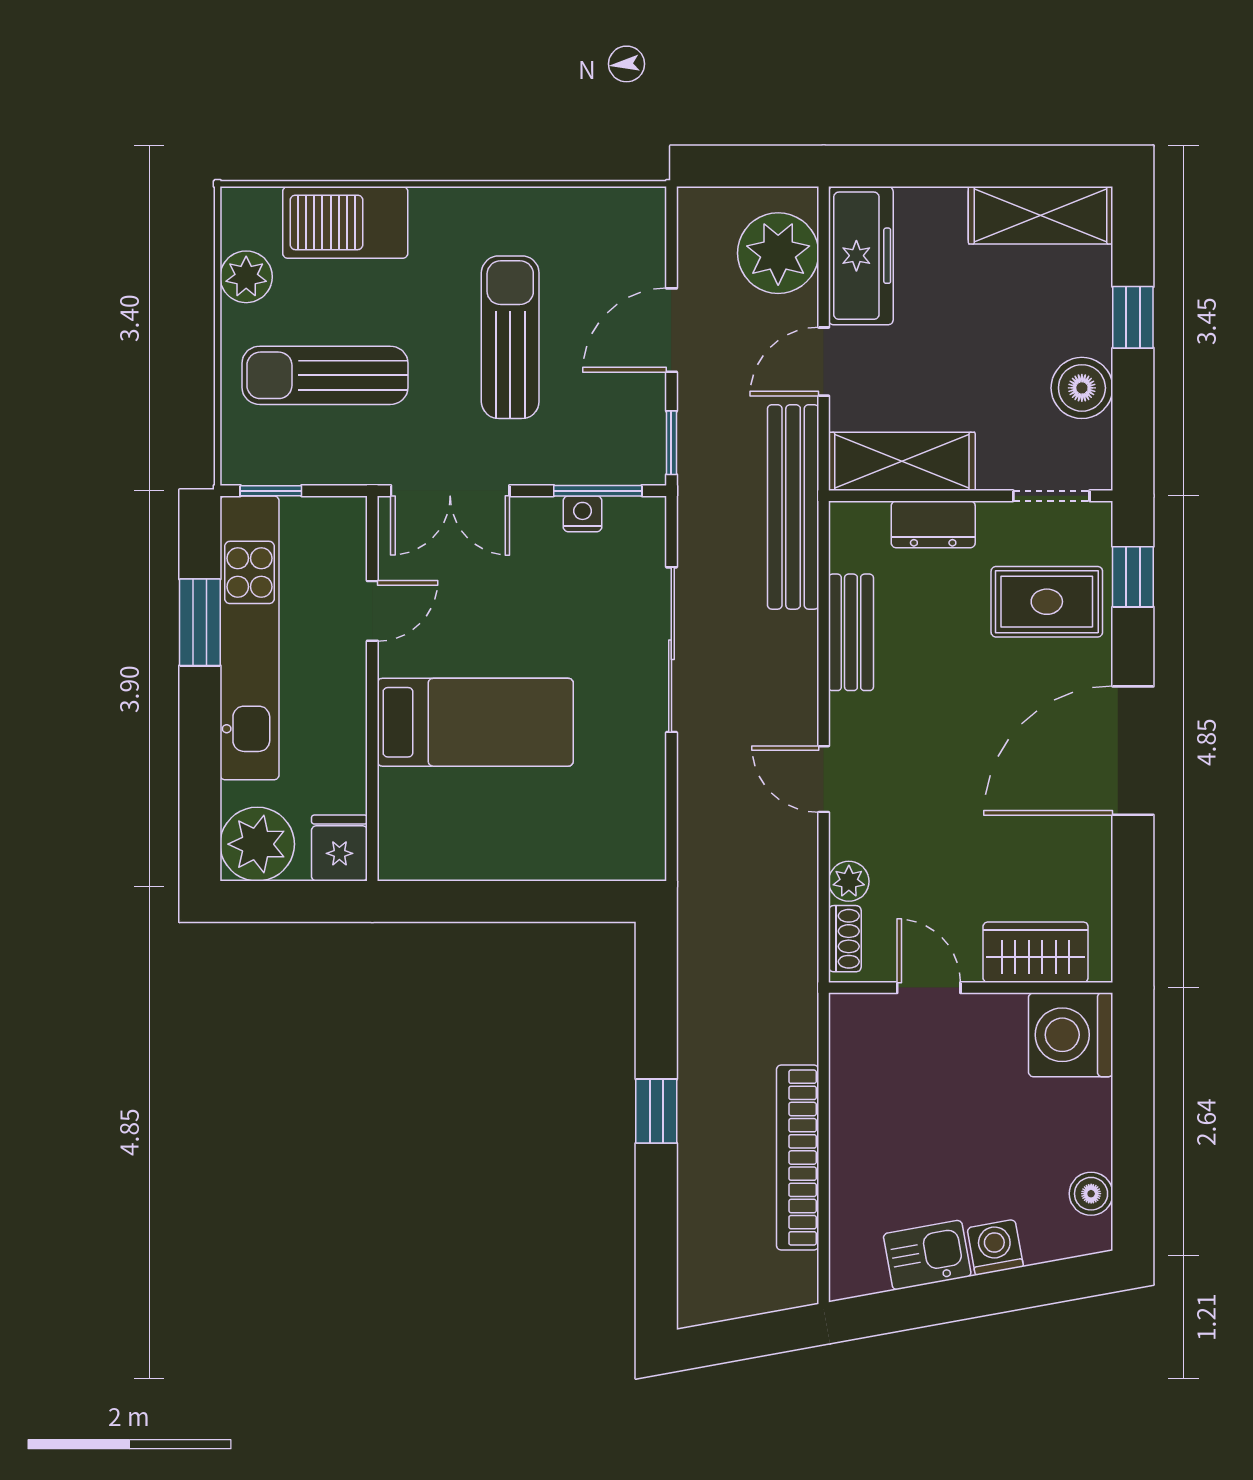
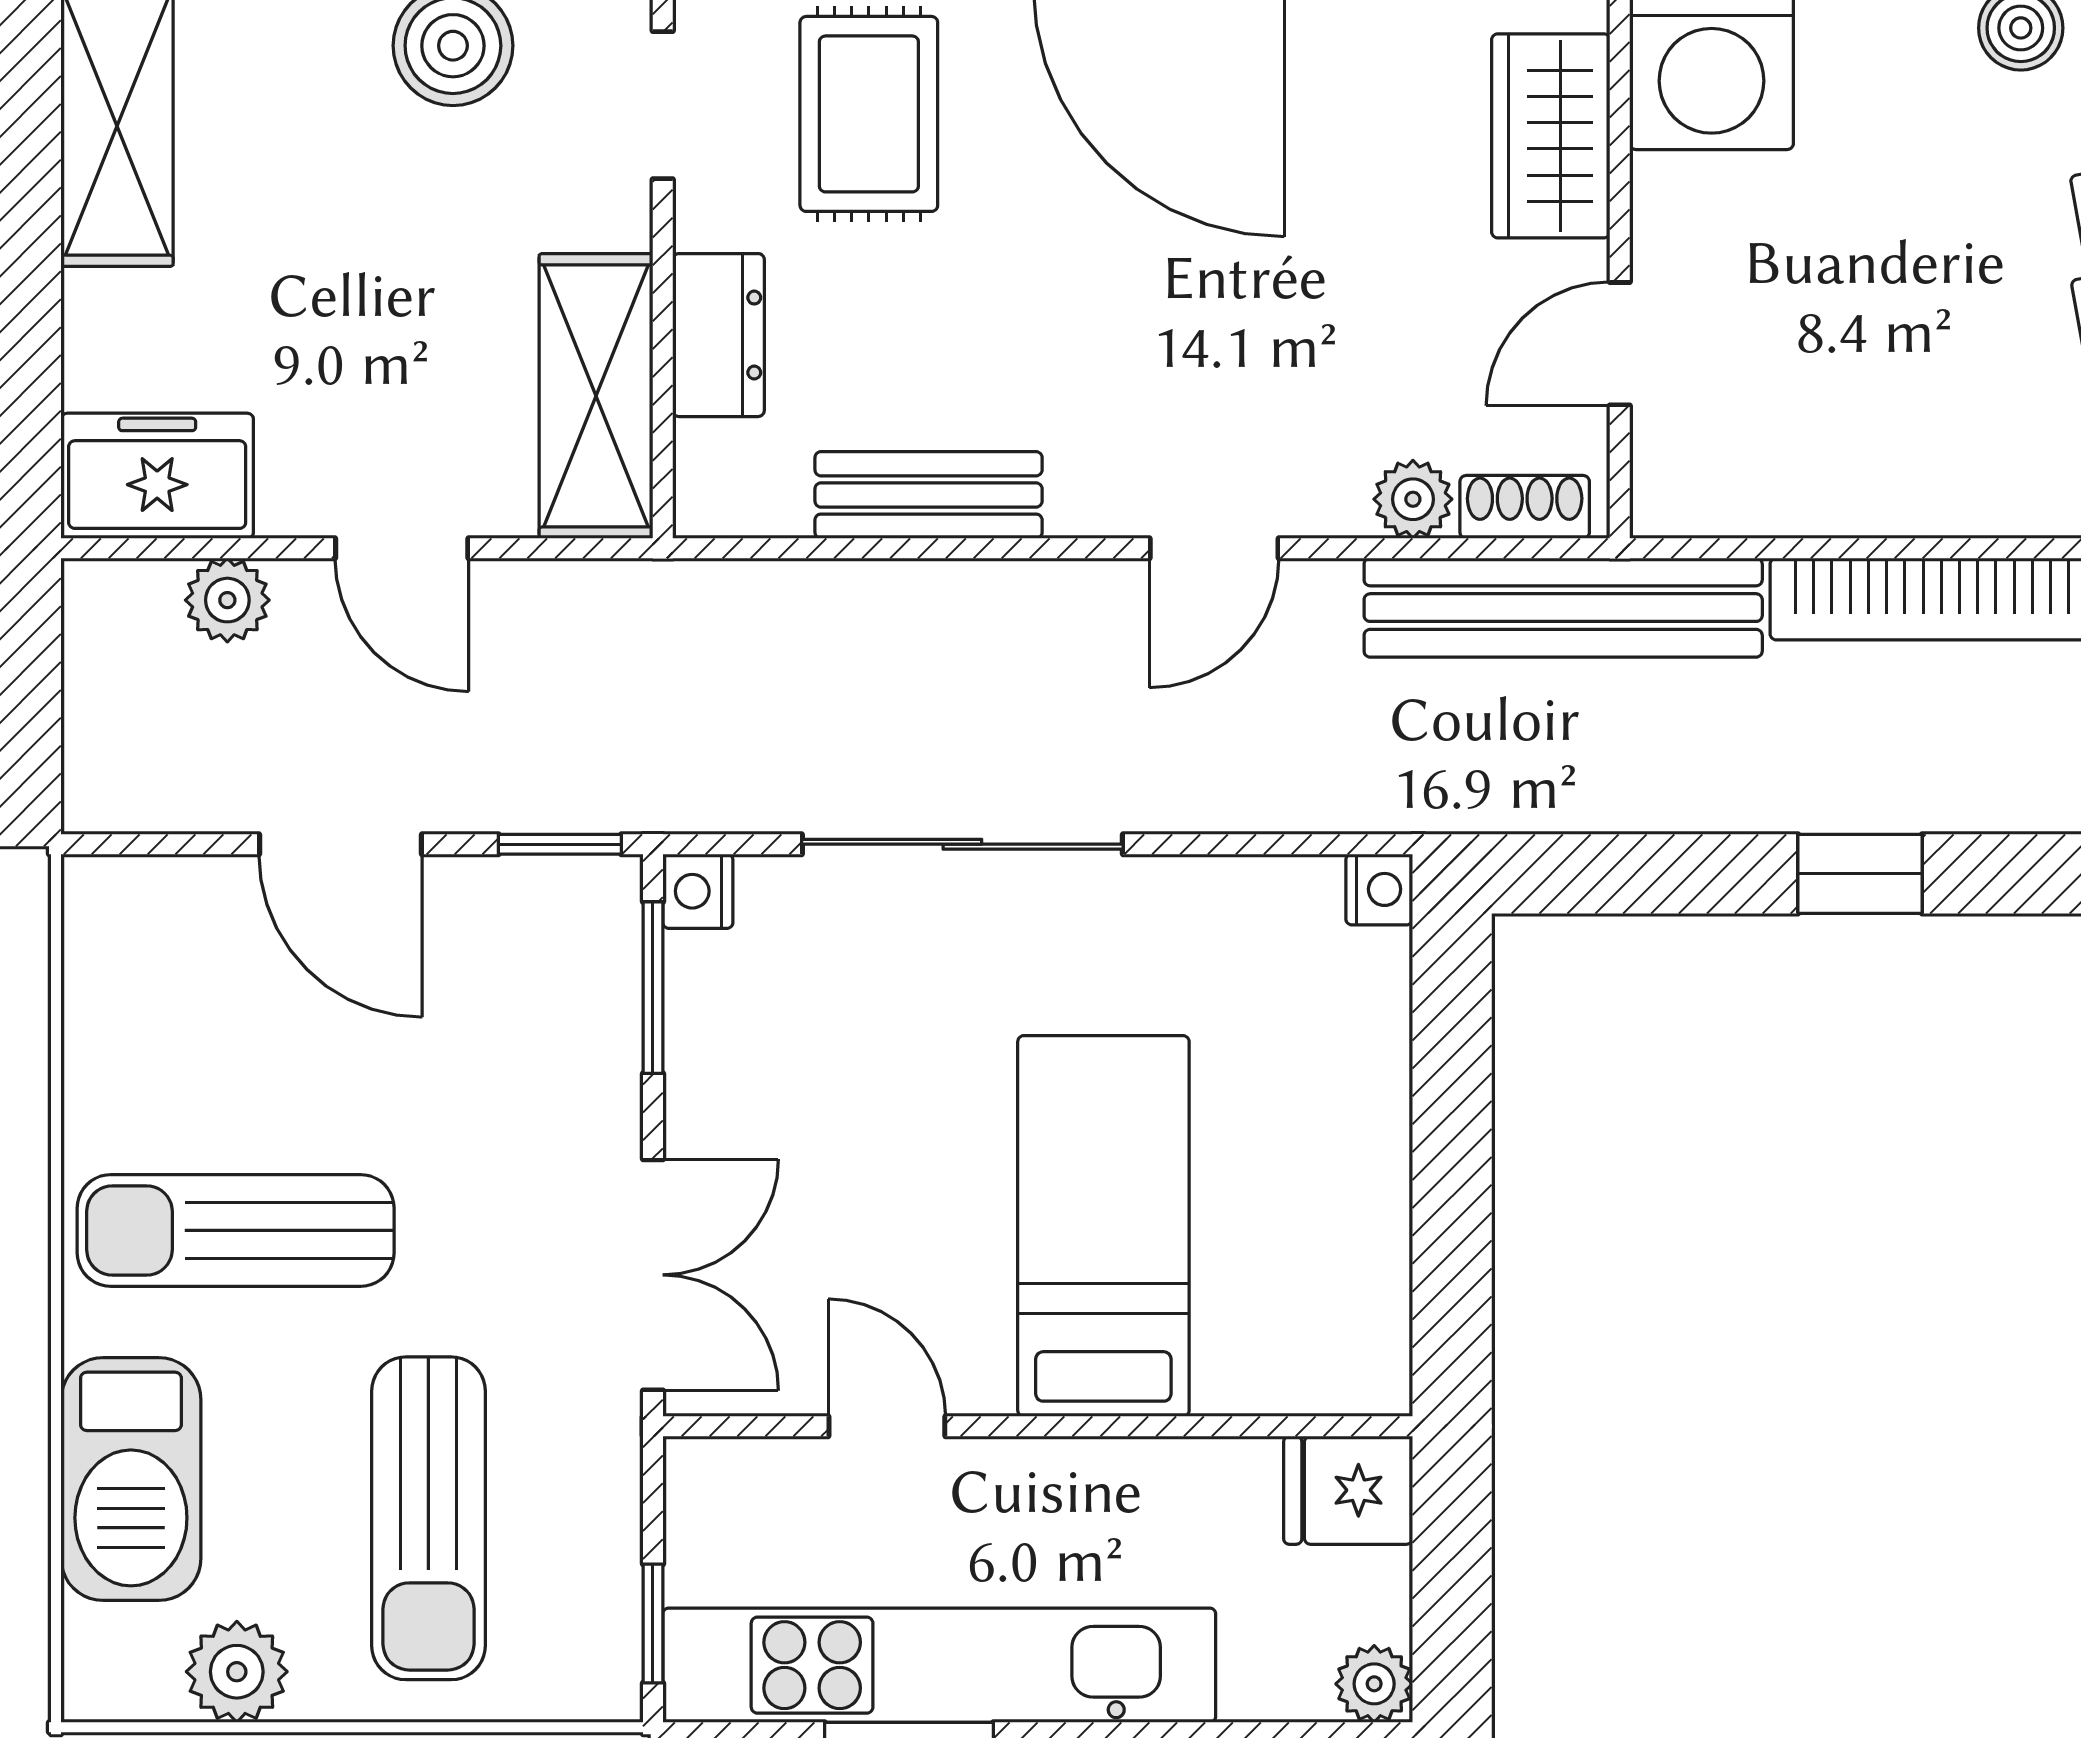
plant: (778, 253) -> (227, 600), width x0.53, depth x0.53
freezer: (861, 256) -> (157, 476), width x0.71
sun lounger: (510, 337) -> (236, 1230), moved
bench: (793, 507) -> (1563, 608), moved
nightstand: (583, 514) -> (698, 891), moved
plant: (257, 844) -> (1374, 1684), width x0.53, depth x0.53
nightstand: (648, 864) -> (1379, 889), added

